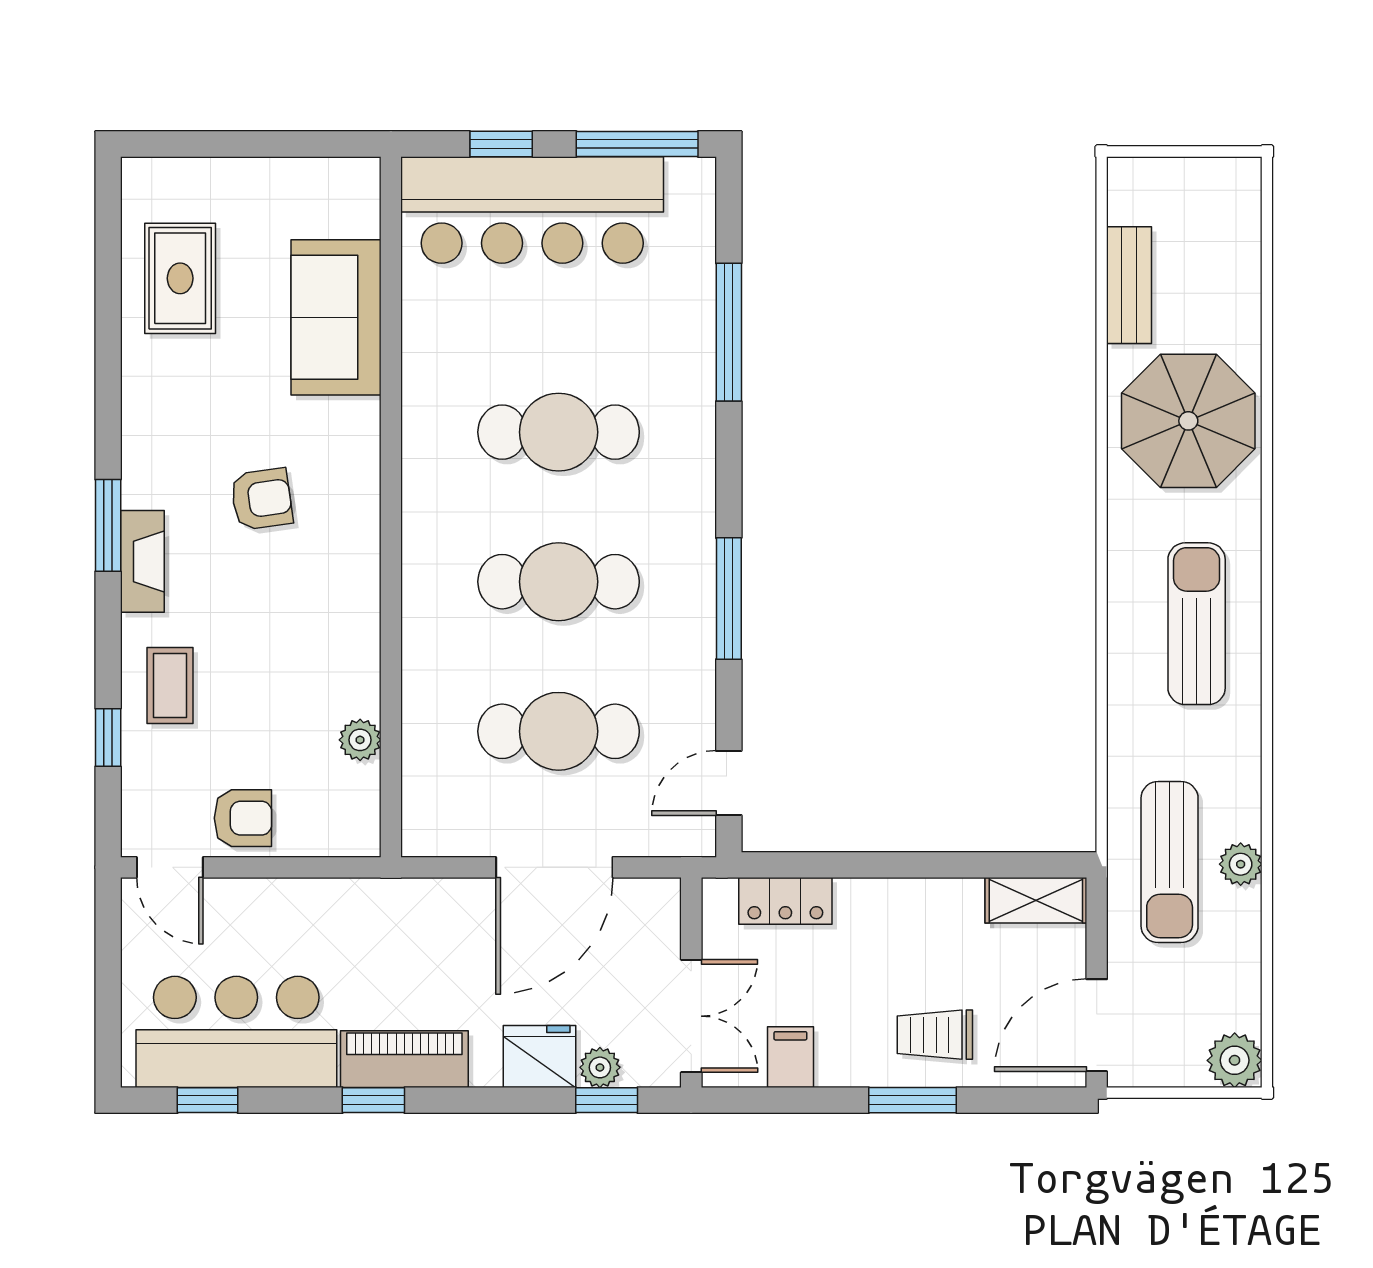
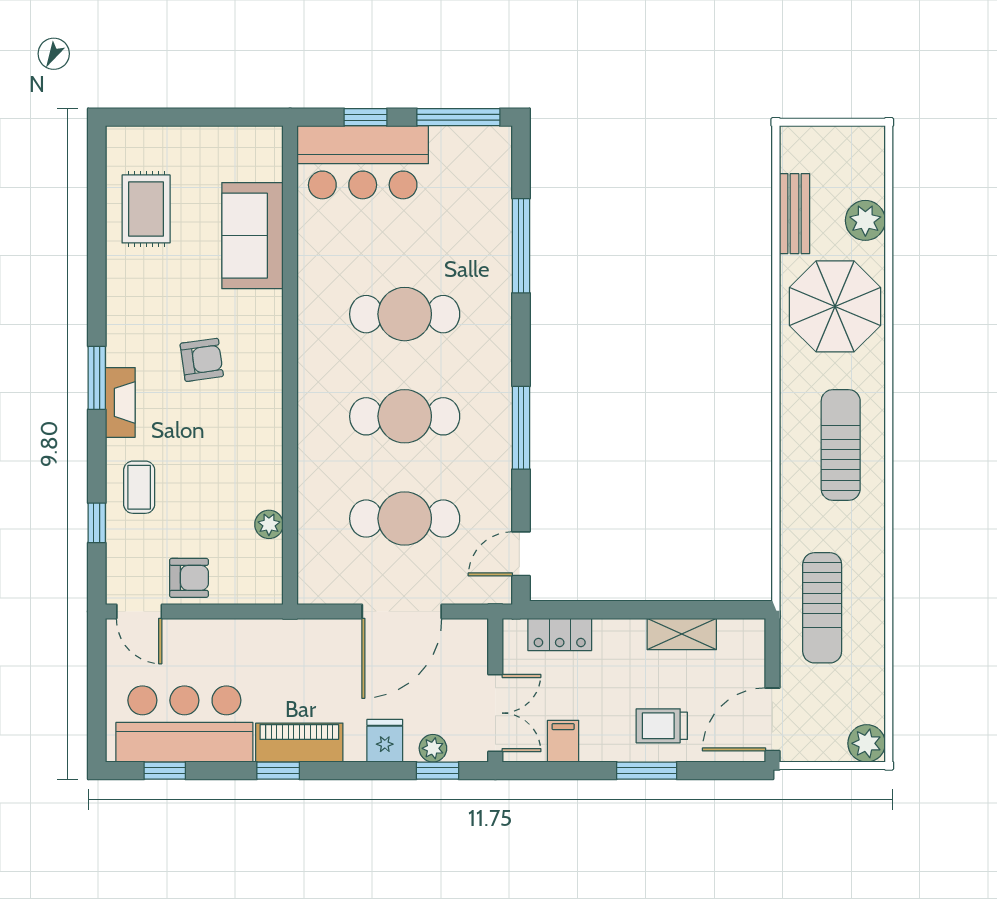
bar counter: (532, 210) -> (363, 162), width x0.73
plant: (1241, 864) -> (865, 220), moved, width x1.38, depth x1.38
shelving: (1036, 900) -> (682, 634), moved
fridge: (540, 1056) -> (385, 741), width x0.72

